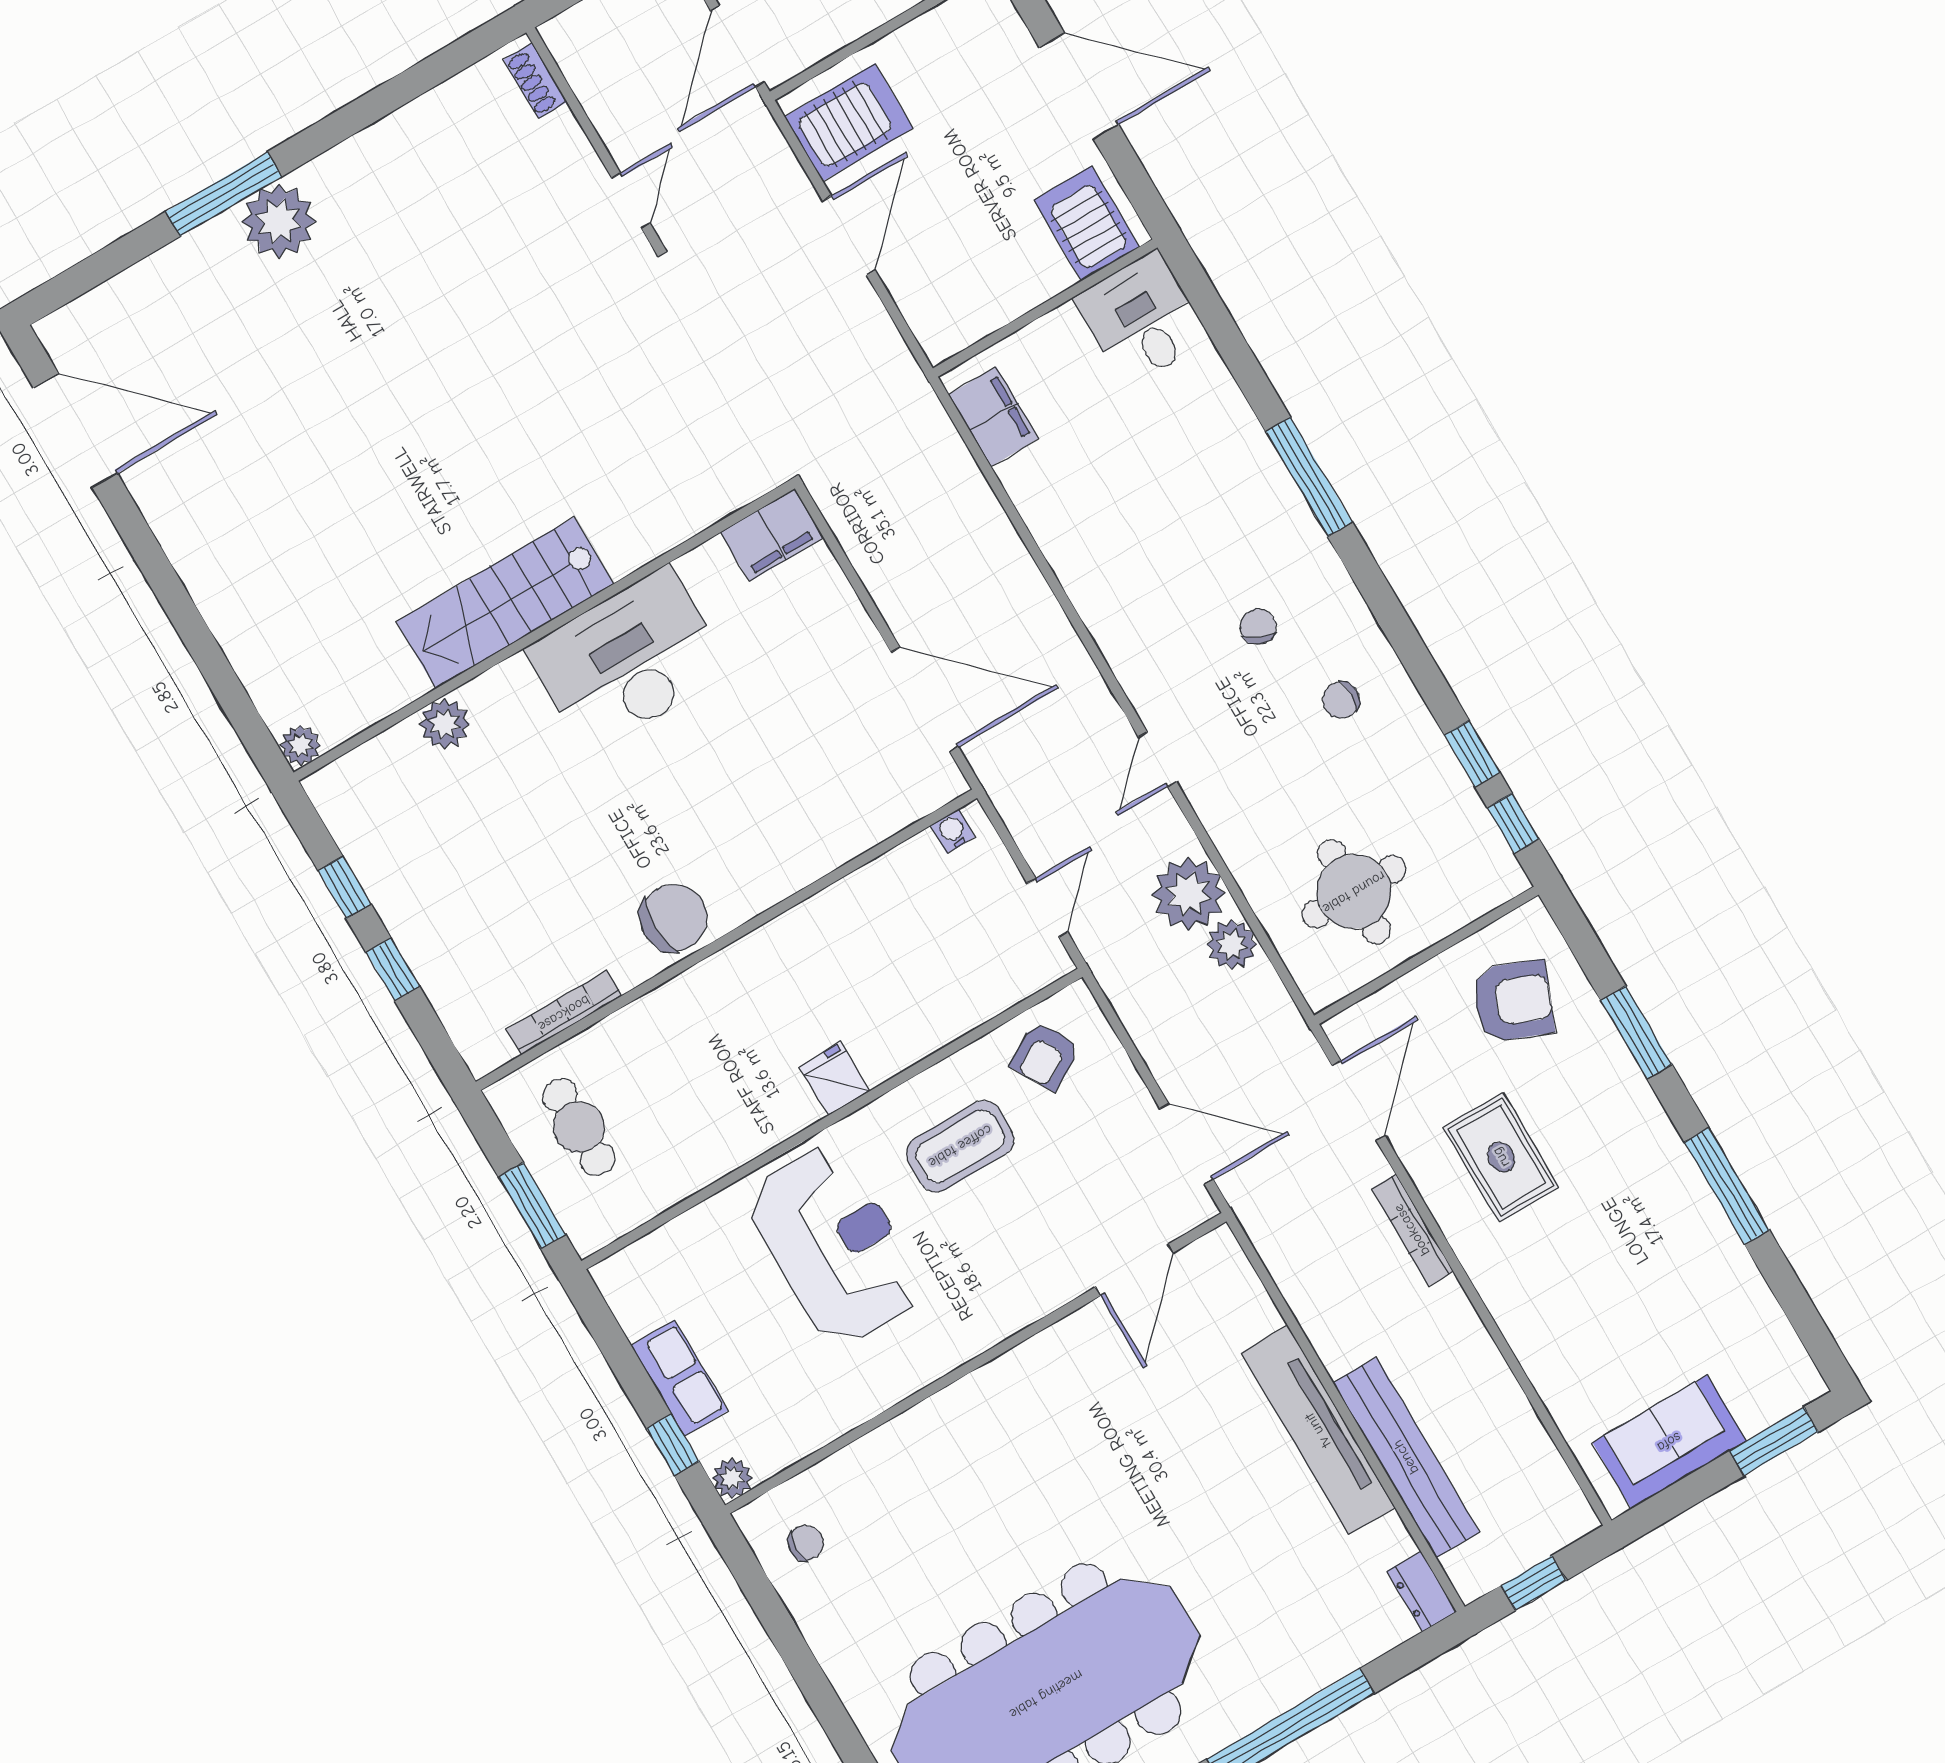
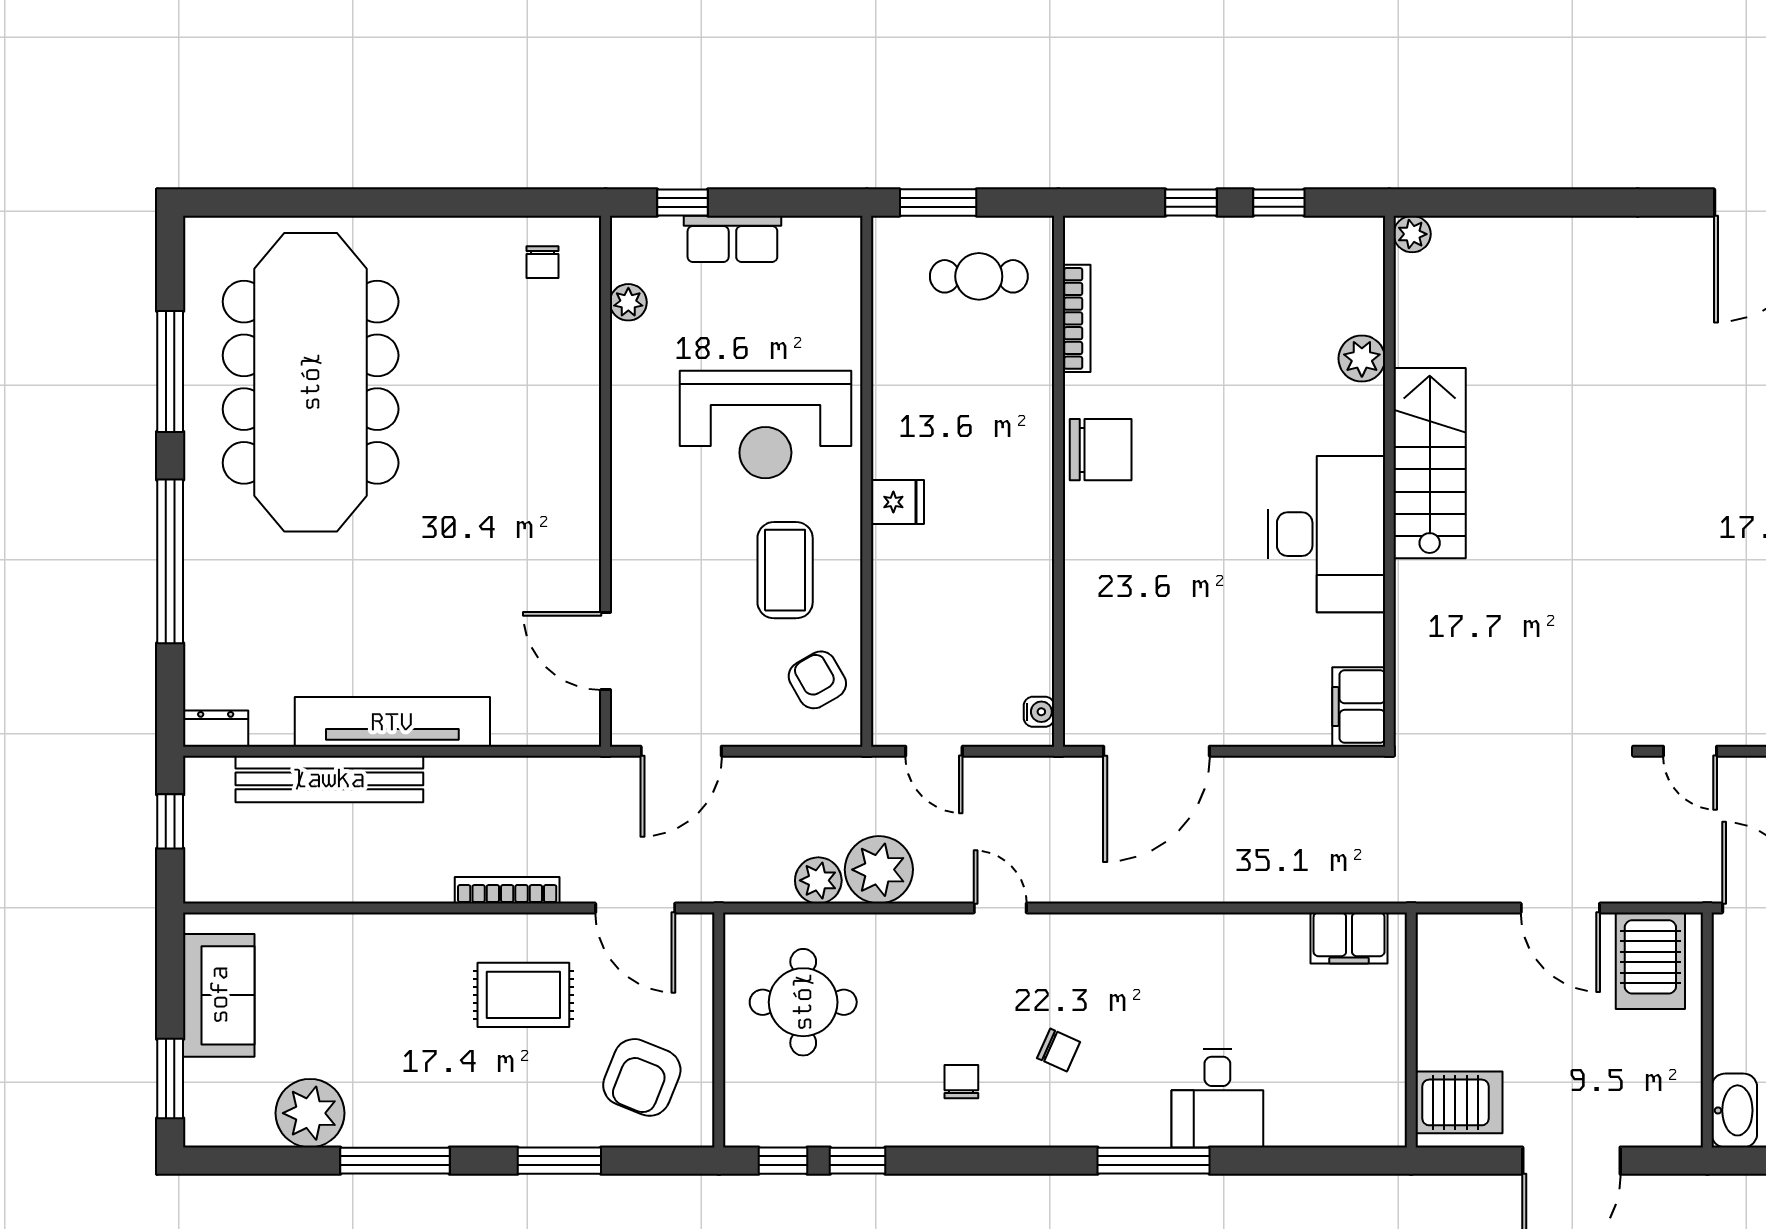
desk: (1142, 319) -> (1217, 1098), moved, turned 90
chair: (674, 918) -> (1101, 450), turned -90
plant: (1729, 1292) -> (310, 1113), added
plant: (732, 1478) -> (628, 302), moved

